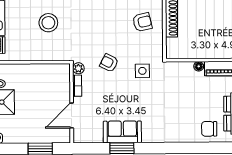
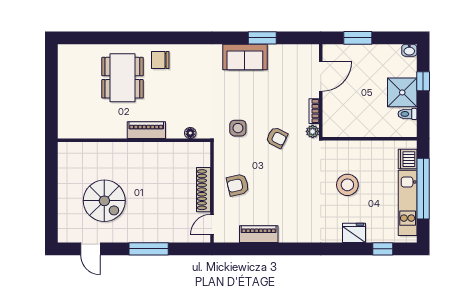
floor lamp: (199, 66) -> (190, 133), moved
chair: (209, 129) -> (160, 60), turned 180
sofa: (122, 132) -> (245, 57), moved

